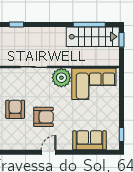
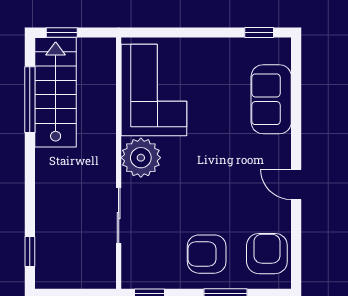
armchair: (43, 117) -> (267, 254), moved

